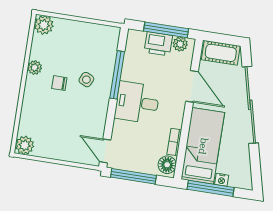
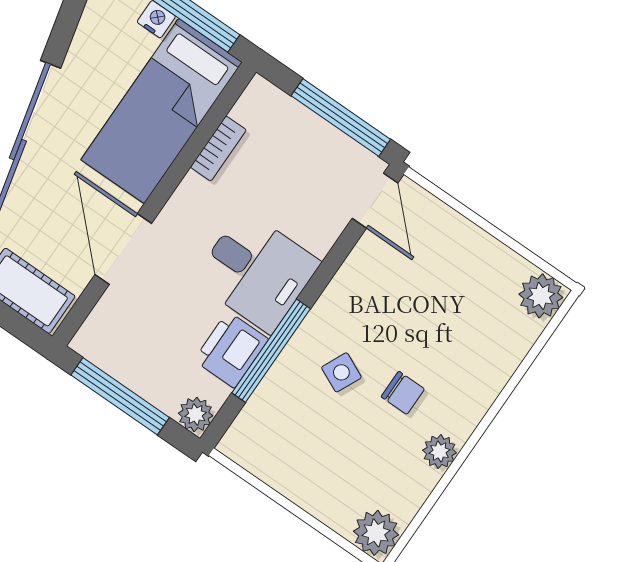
printer: (158, 44) -> (231, 350), moved, turned -90
plant: (180, 44) -> (196, 414), moved
floor lamp: (167, 165) -> (257, 107), removed

